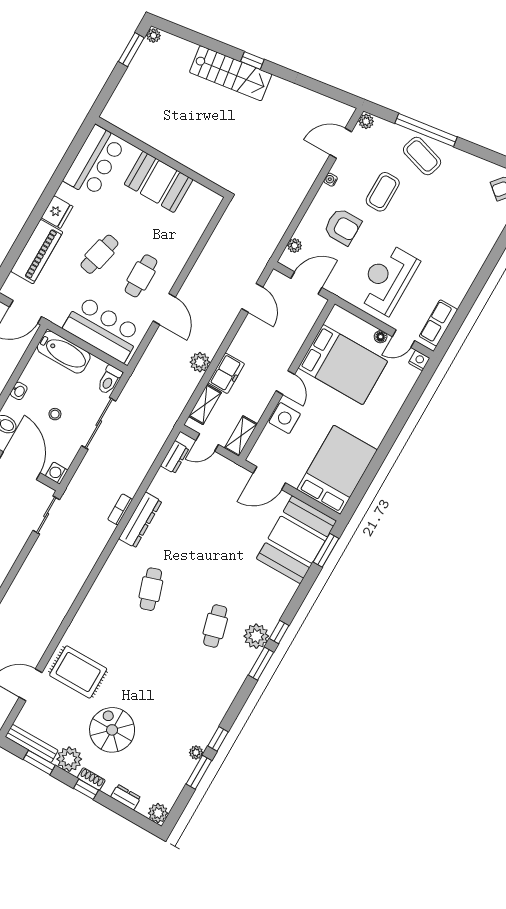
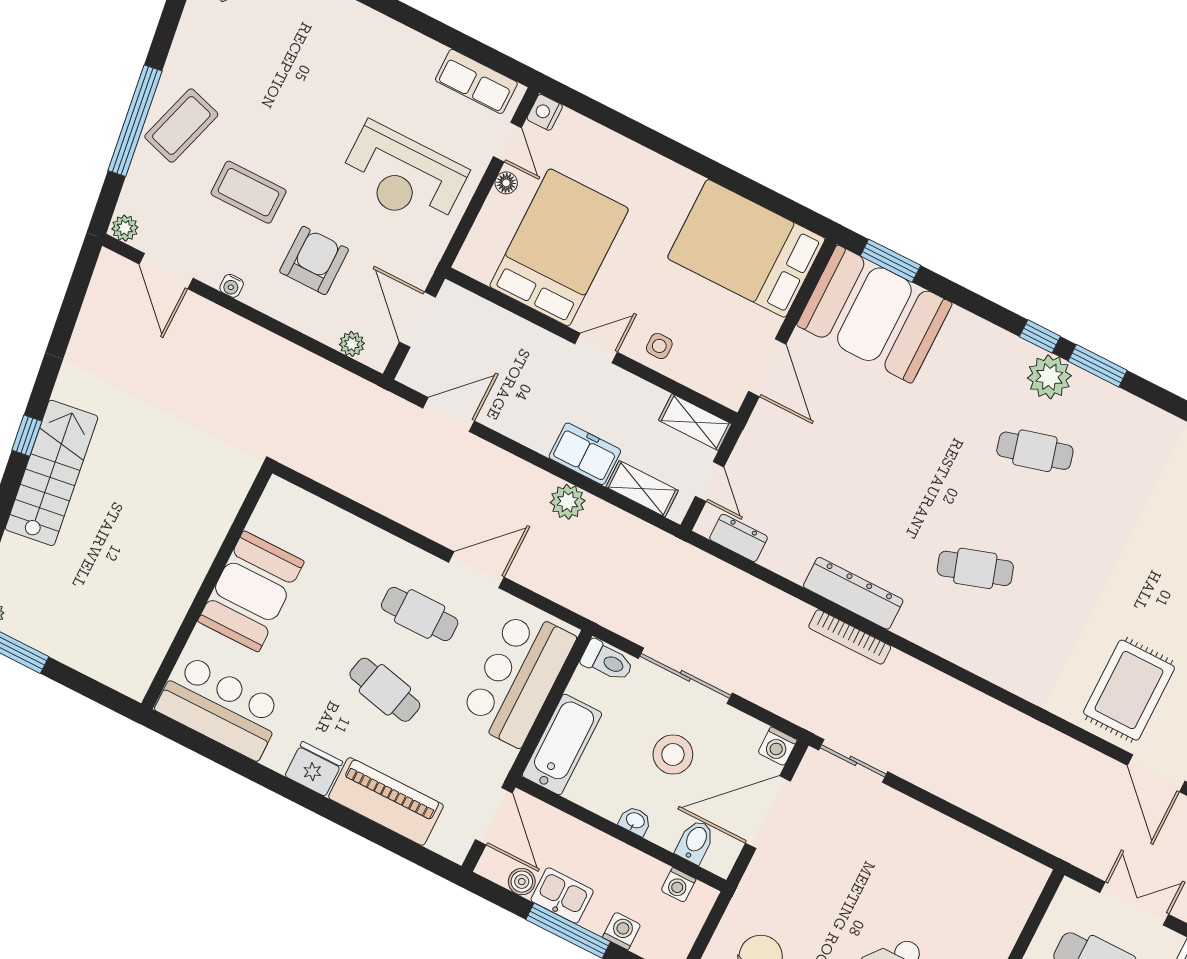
stool: (55, 414) -> (673, 754), width x1.89, depth x1.89
side table: (285, 418) -> (659, 346), width x0.54, depth x0.54
bookcase: (120, 509) -> (850, 637), width x1.56

